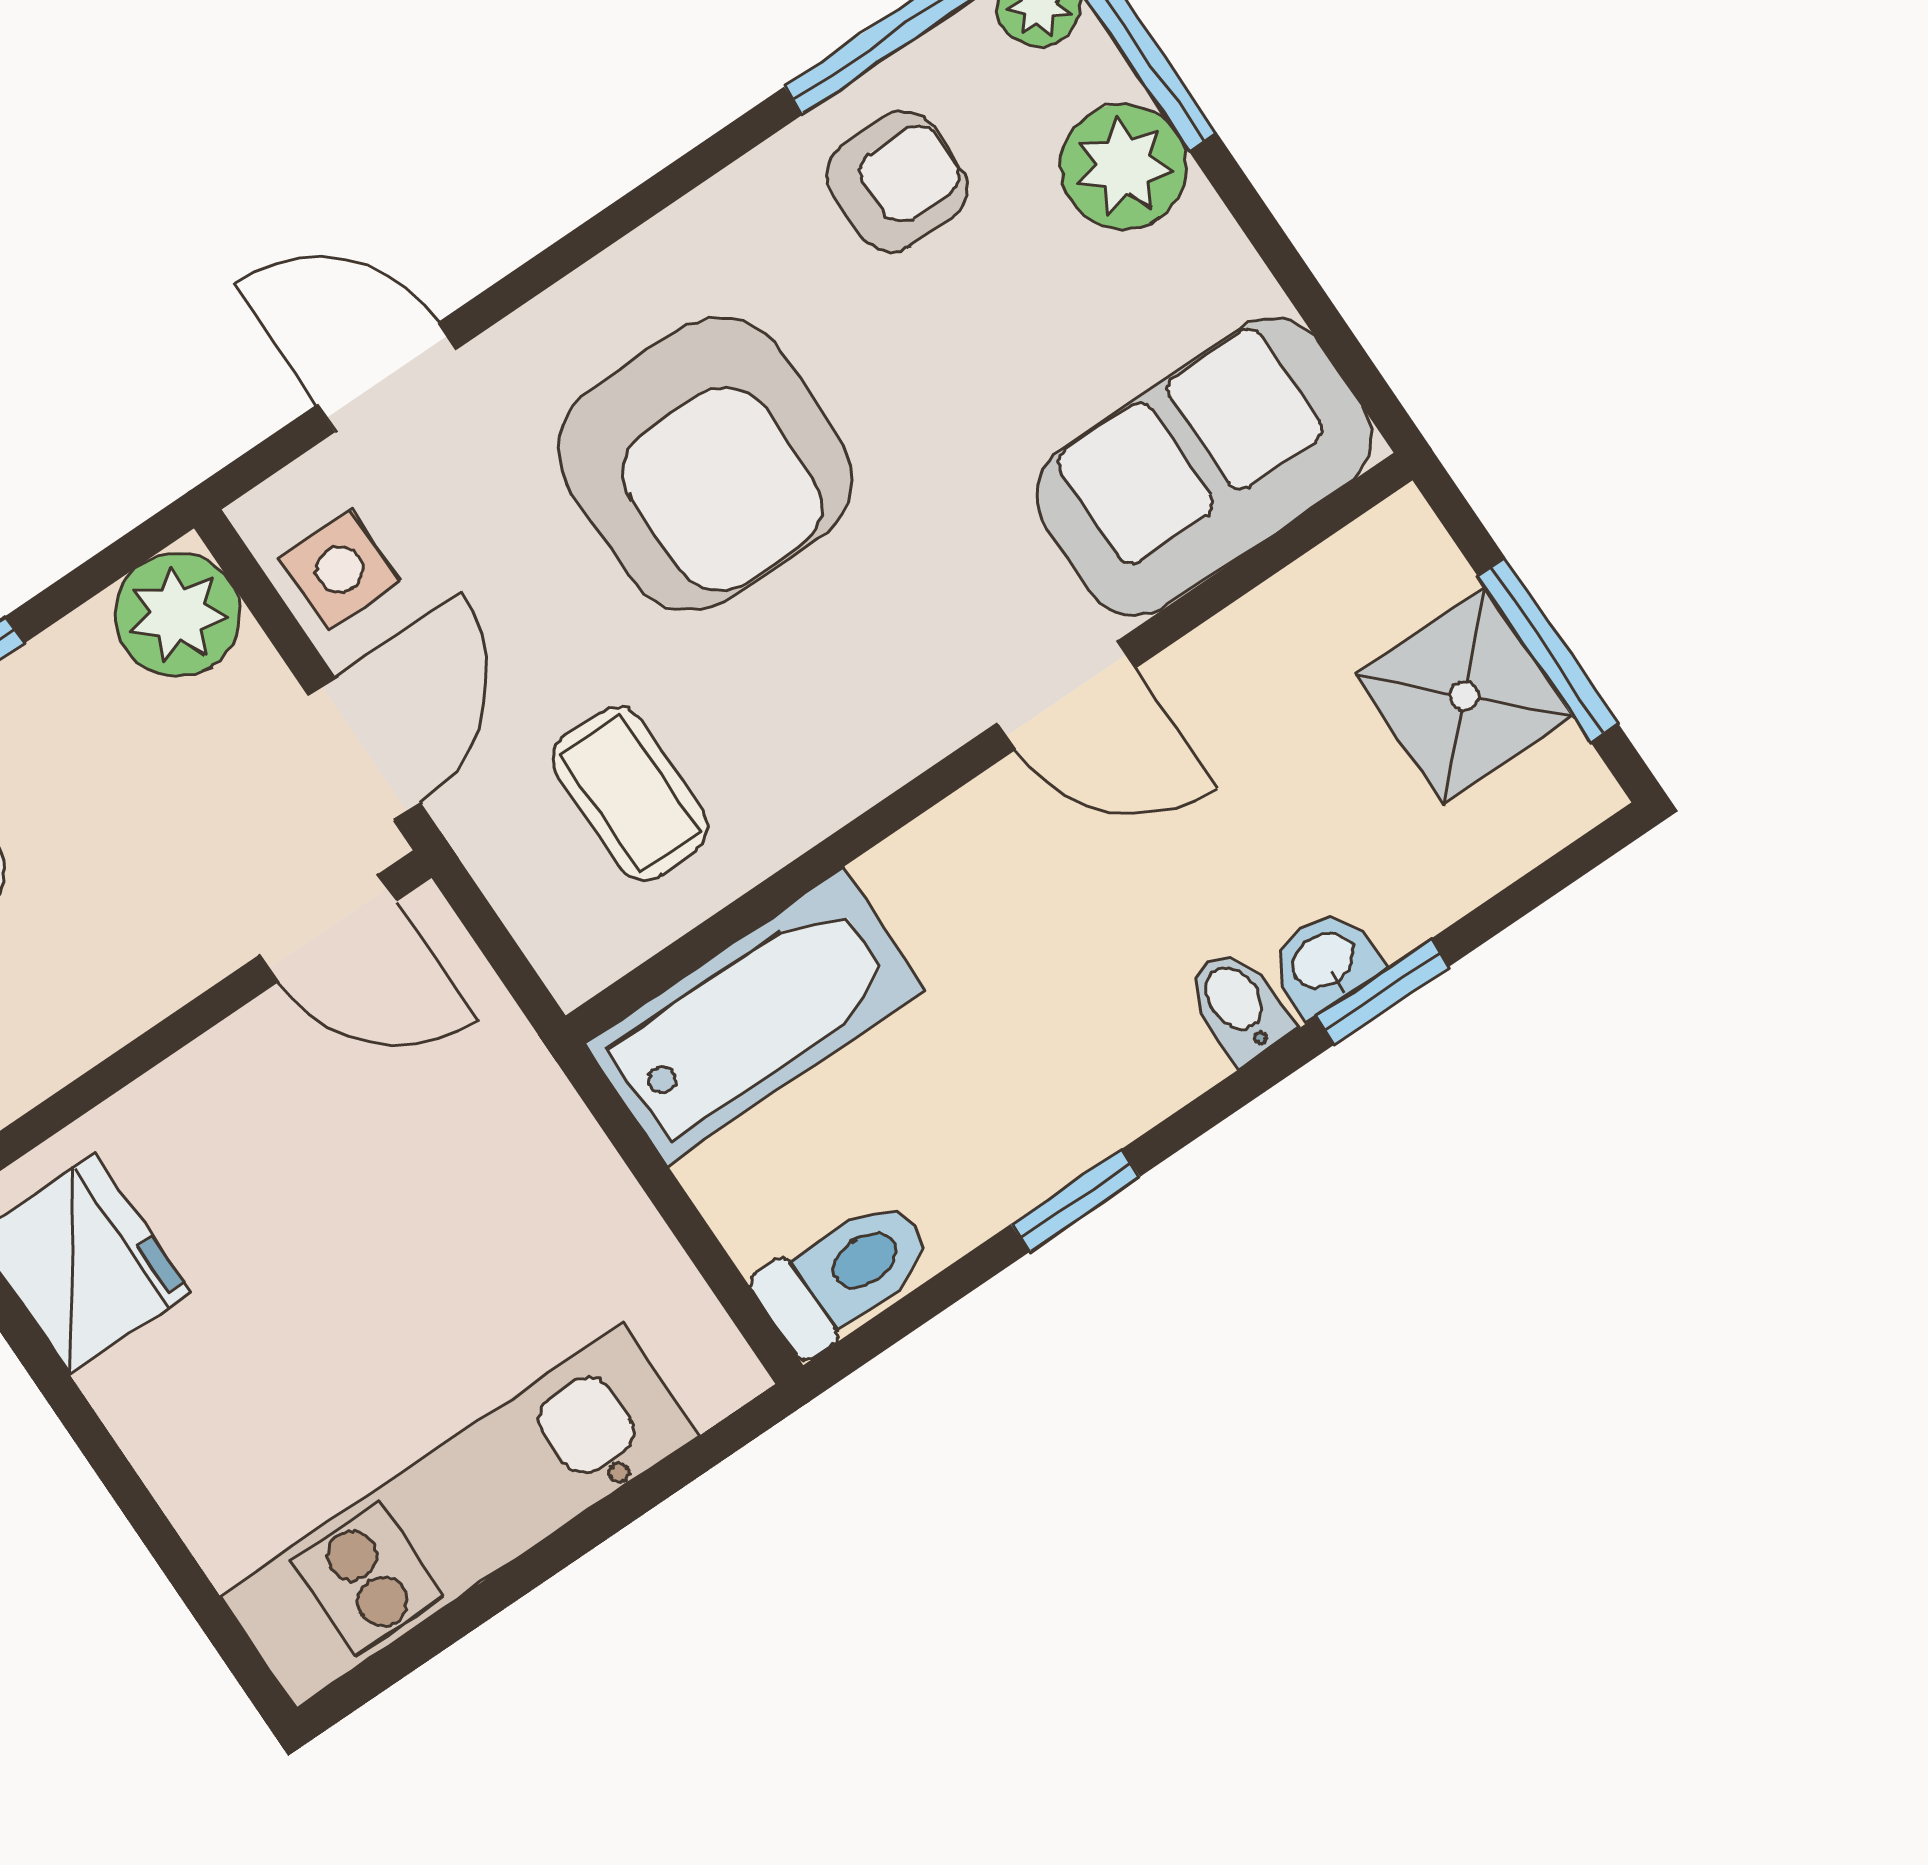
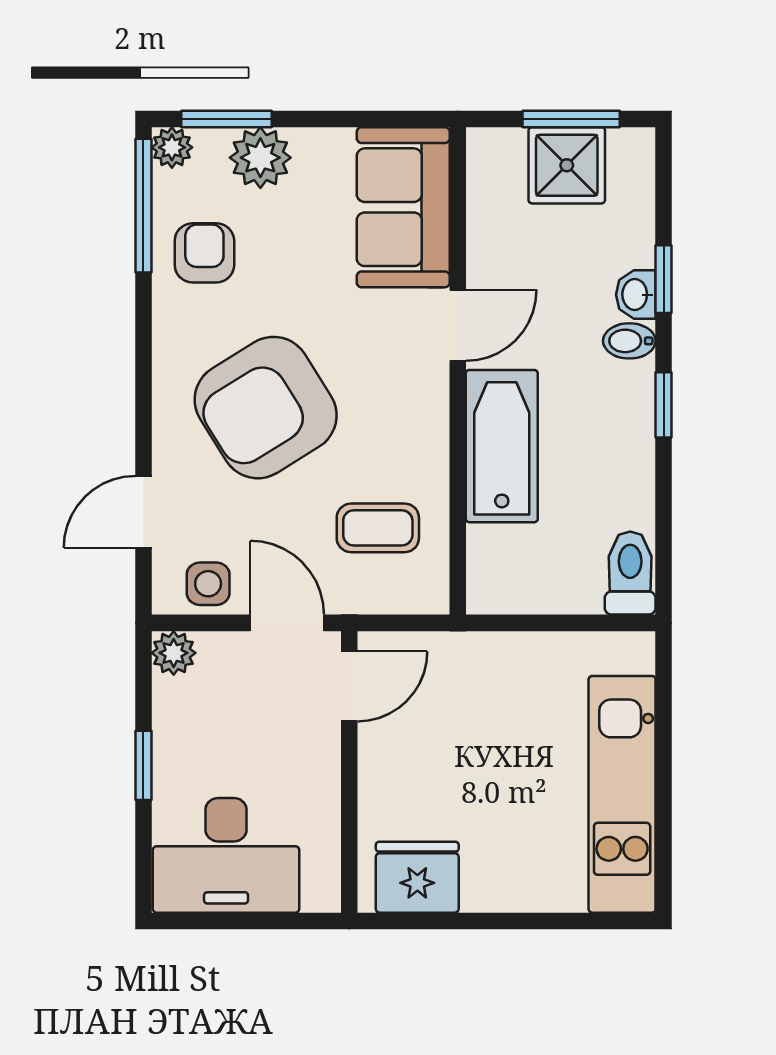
armchair: (705, 464) -> (266, 408), turned 148
plant: (177, 614) -> (174, 653), width x0.73, depth x0.73
bathtub: (755, 1016) -> (502, 446), moved
window: (1075, 1200) -> (664, 405), moved

